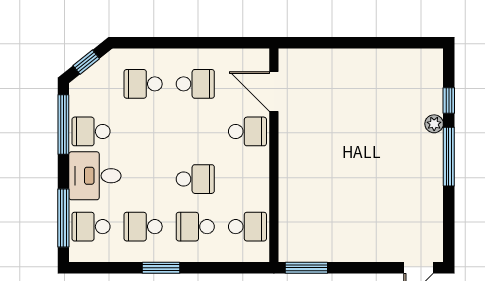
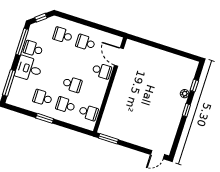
school desk: (195, 84) -> (86, 43), turned 180
window: (449, 157) -> (186, 110), width x0.46
school desk: (91, 227) -> (20, 90), removed

